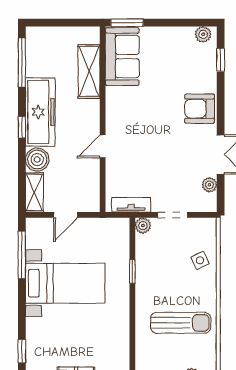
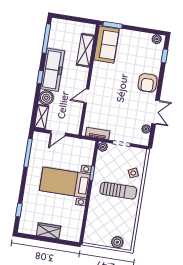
armchair: (200, 109) -> (147, 83), turned -90
bed with nightstands: (65, 283) -> (65, 183), moved, turned 180
sun lounger: (181, 323) -> (118, 191), moved

